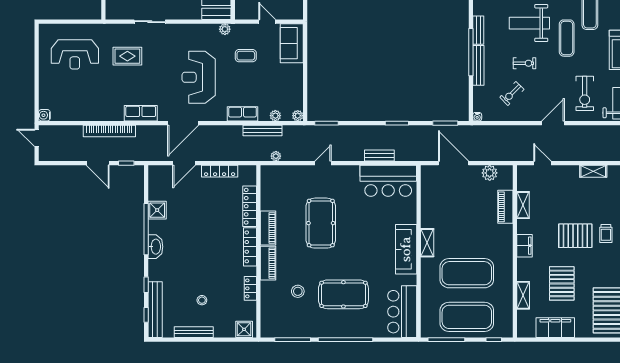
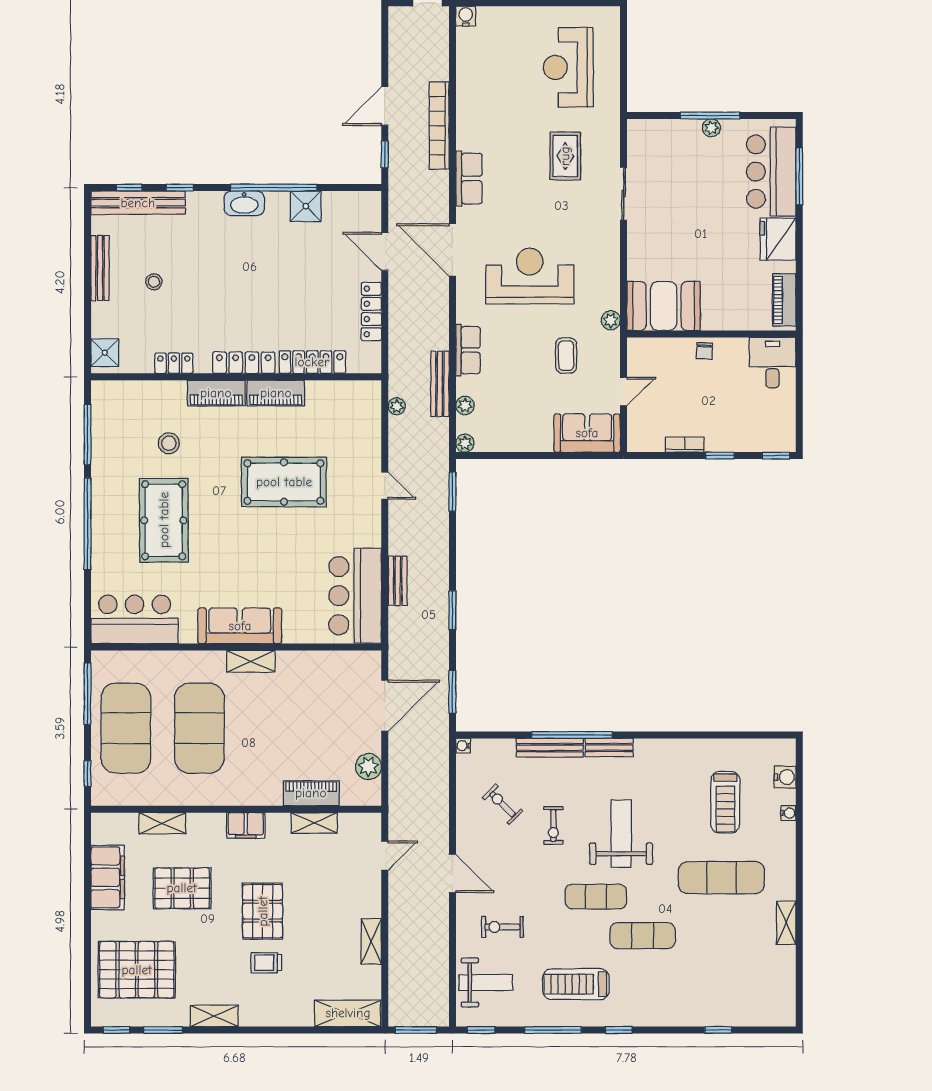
exercise bike: (585, 93) -> (502, 927), width x0.73, depth x0.72

